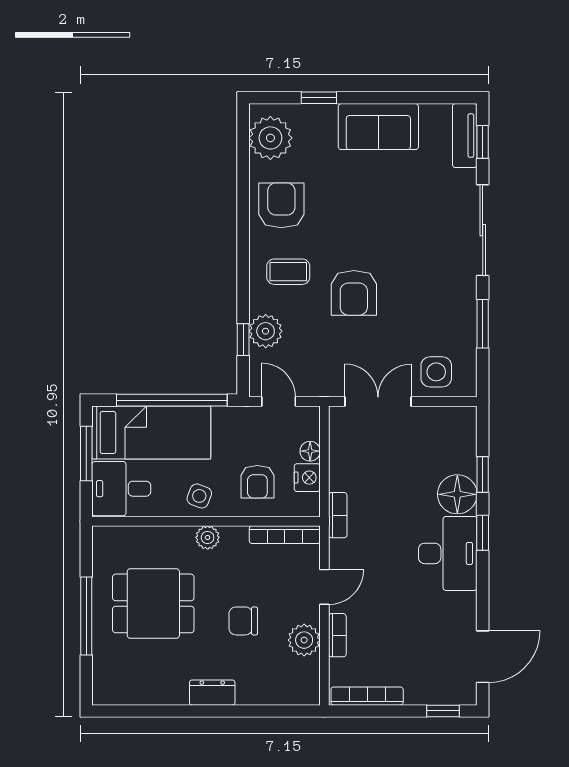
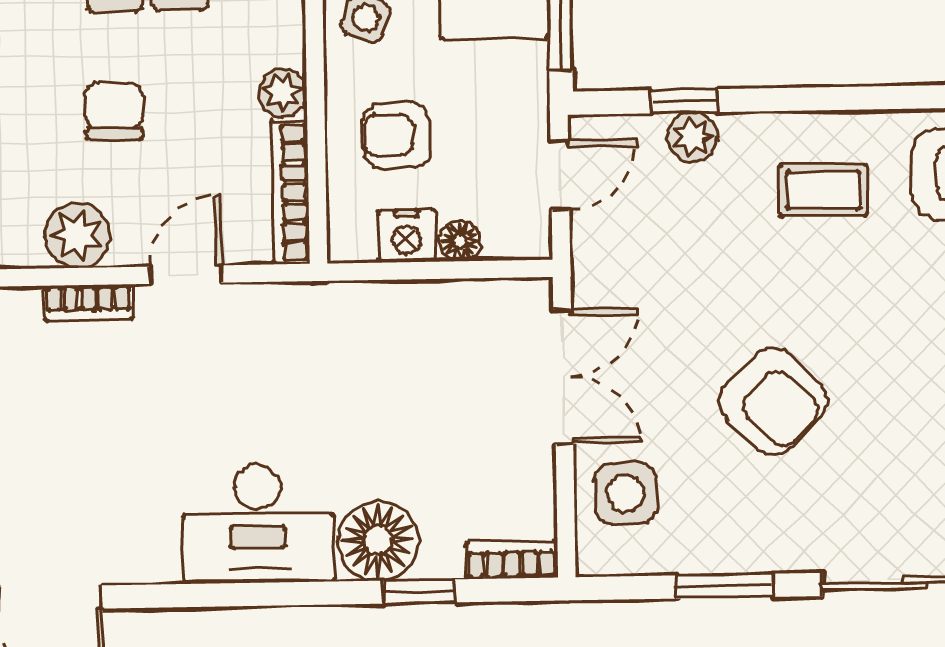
coffee table: (288, 272) -> (823, 190), turned 90
armchair: (354, 293) -> (773, 401), moved, turned -135
plant: (266, 331) -> (693, 137), width x0.73, depth x0.73
bookcase: (338, 515) -> (512, 560), moved, turned 180
window: (483, 533) -> (301, 594), removed
plant: (208, 537) -> (283, 92), moved
door: (324, 587) -> (186, 275), swing flipped

